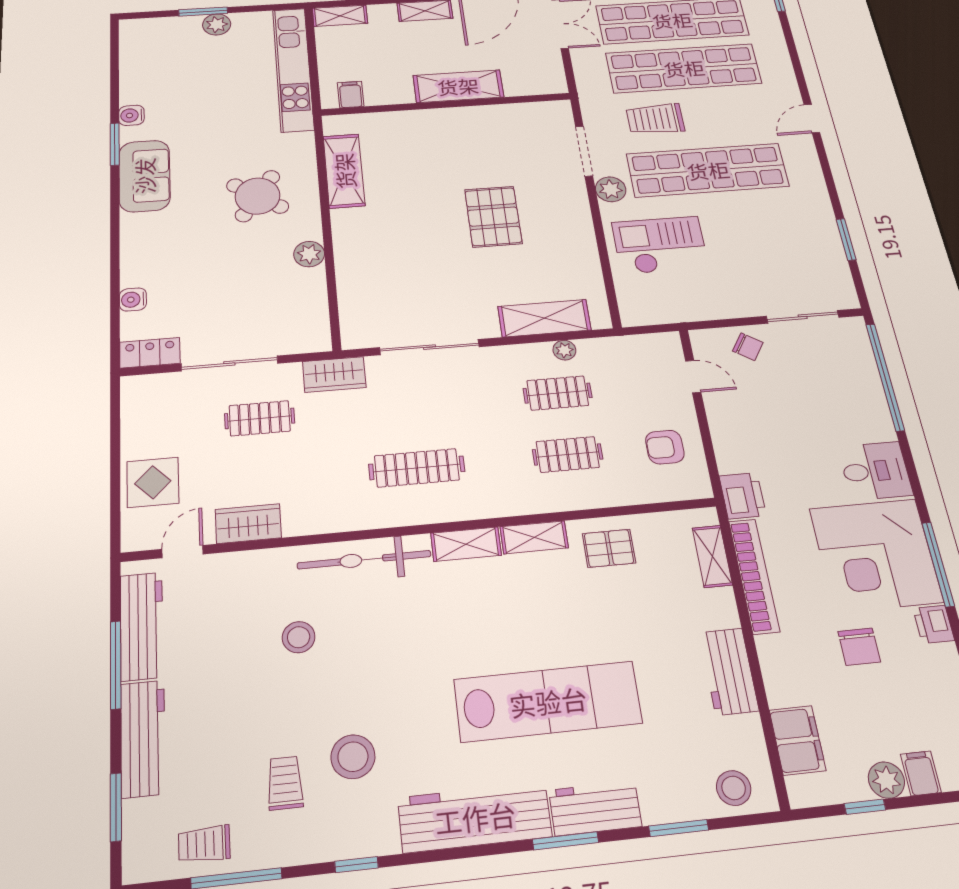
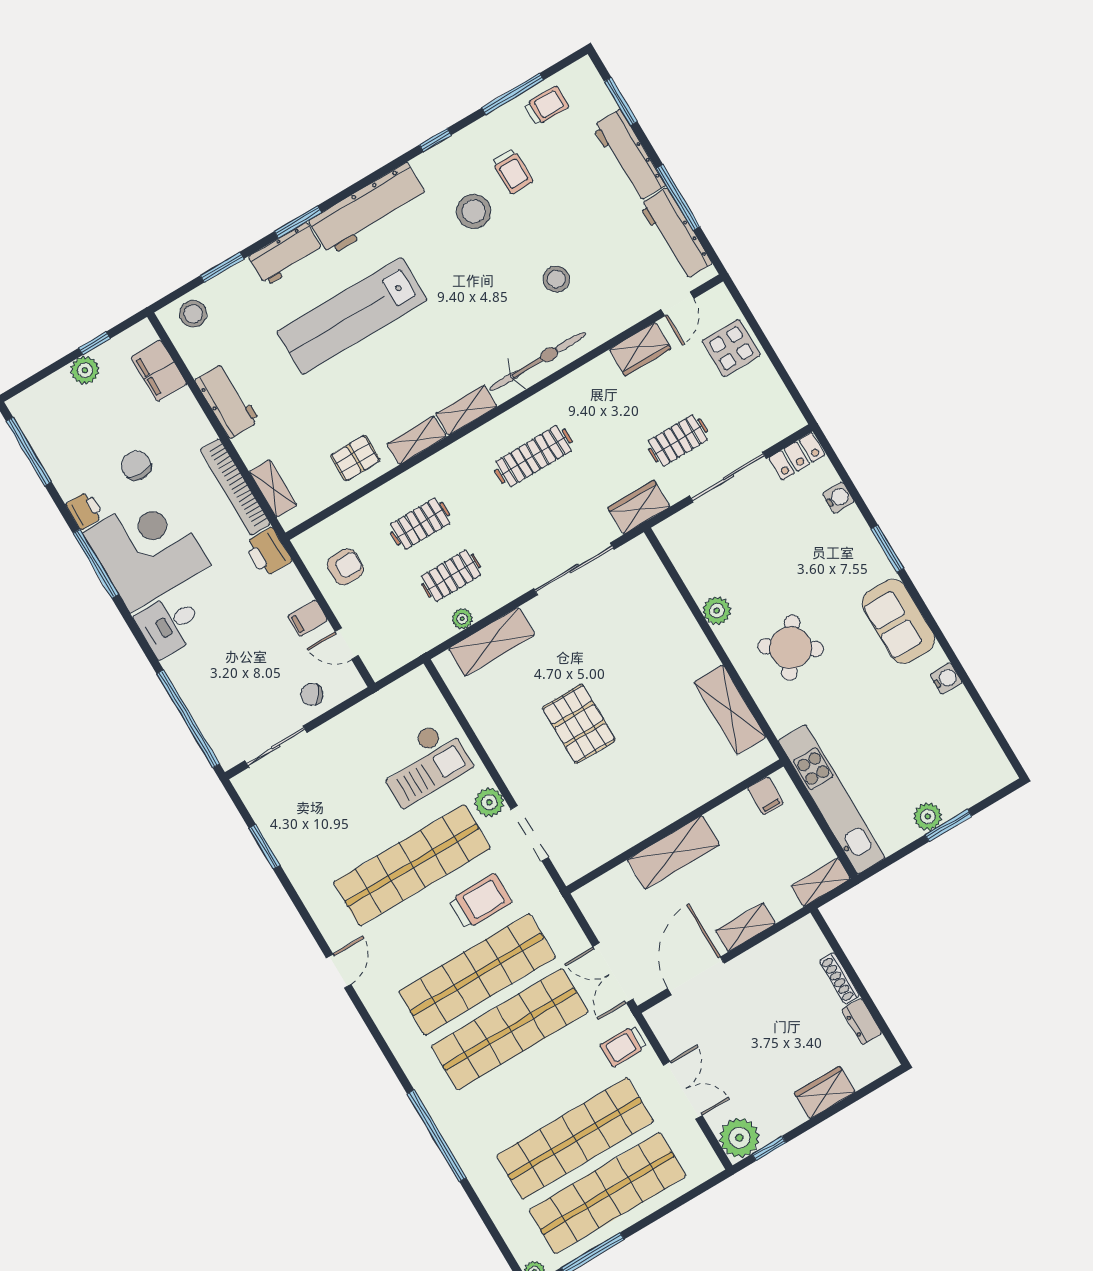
window: (115, 144) -> (887, 549), moved
filing cabinet: (921, 773) -> (308, 618), moved, turned 90

